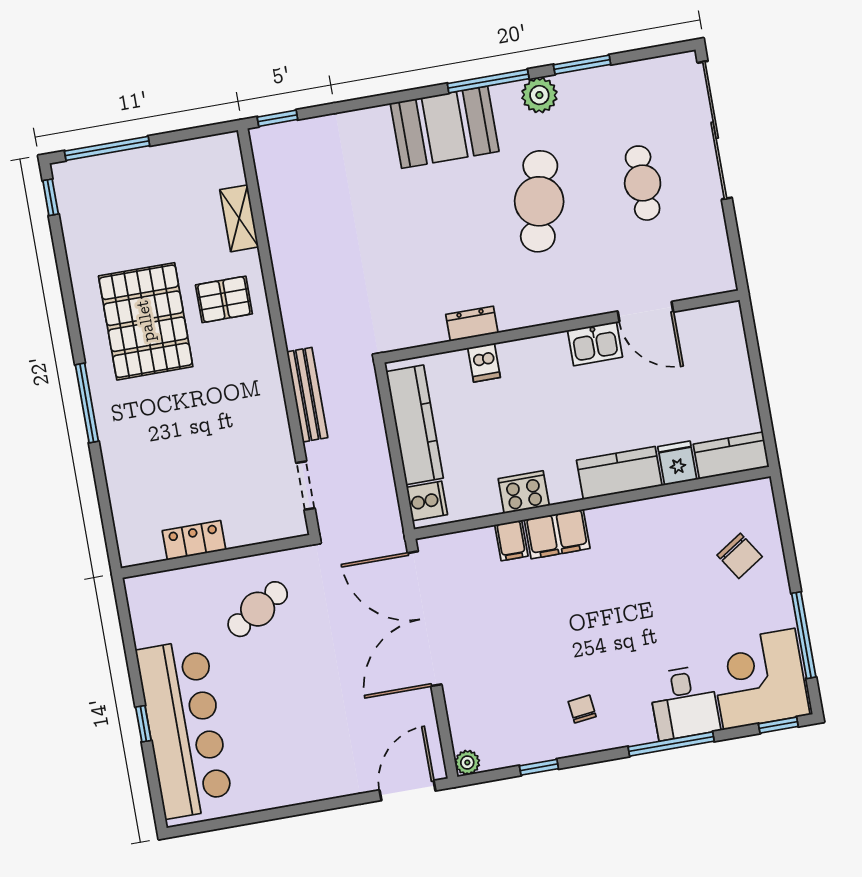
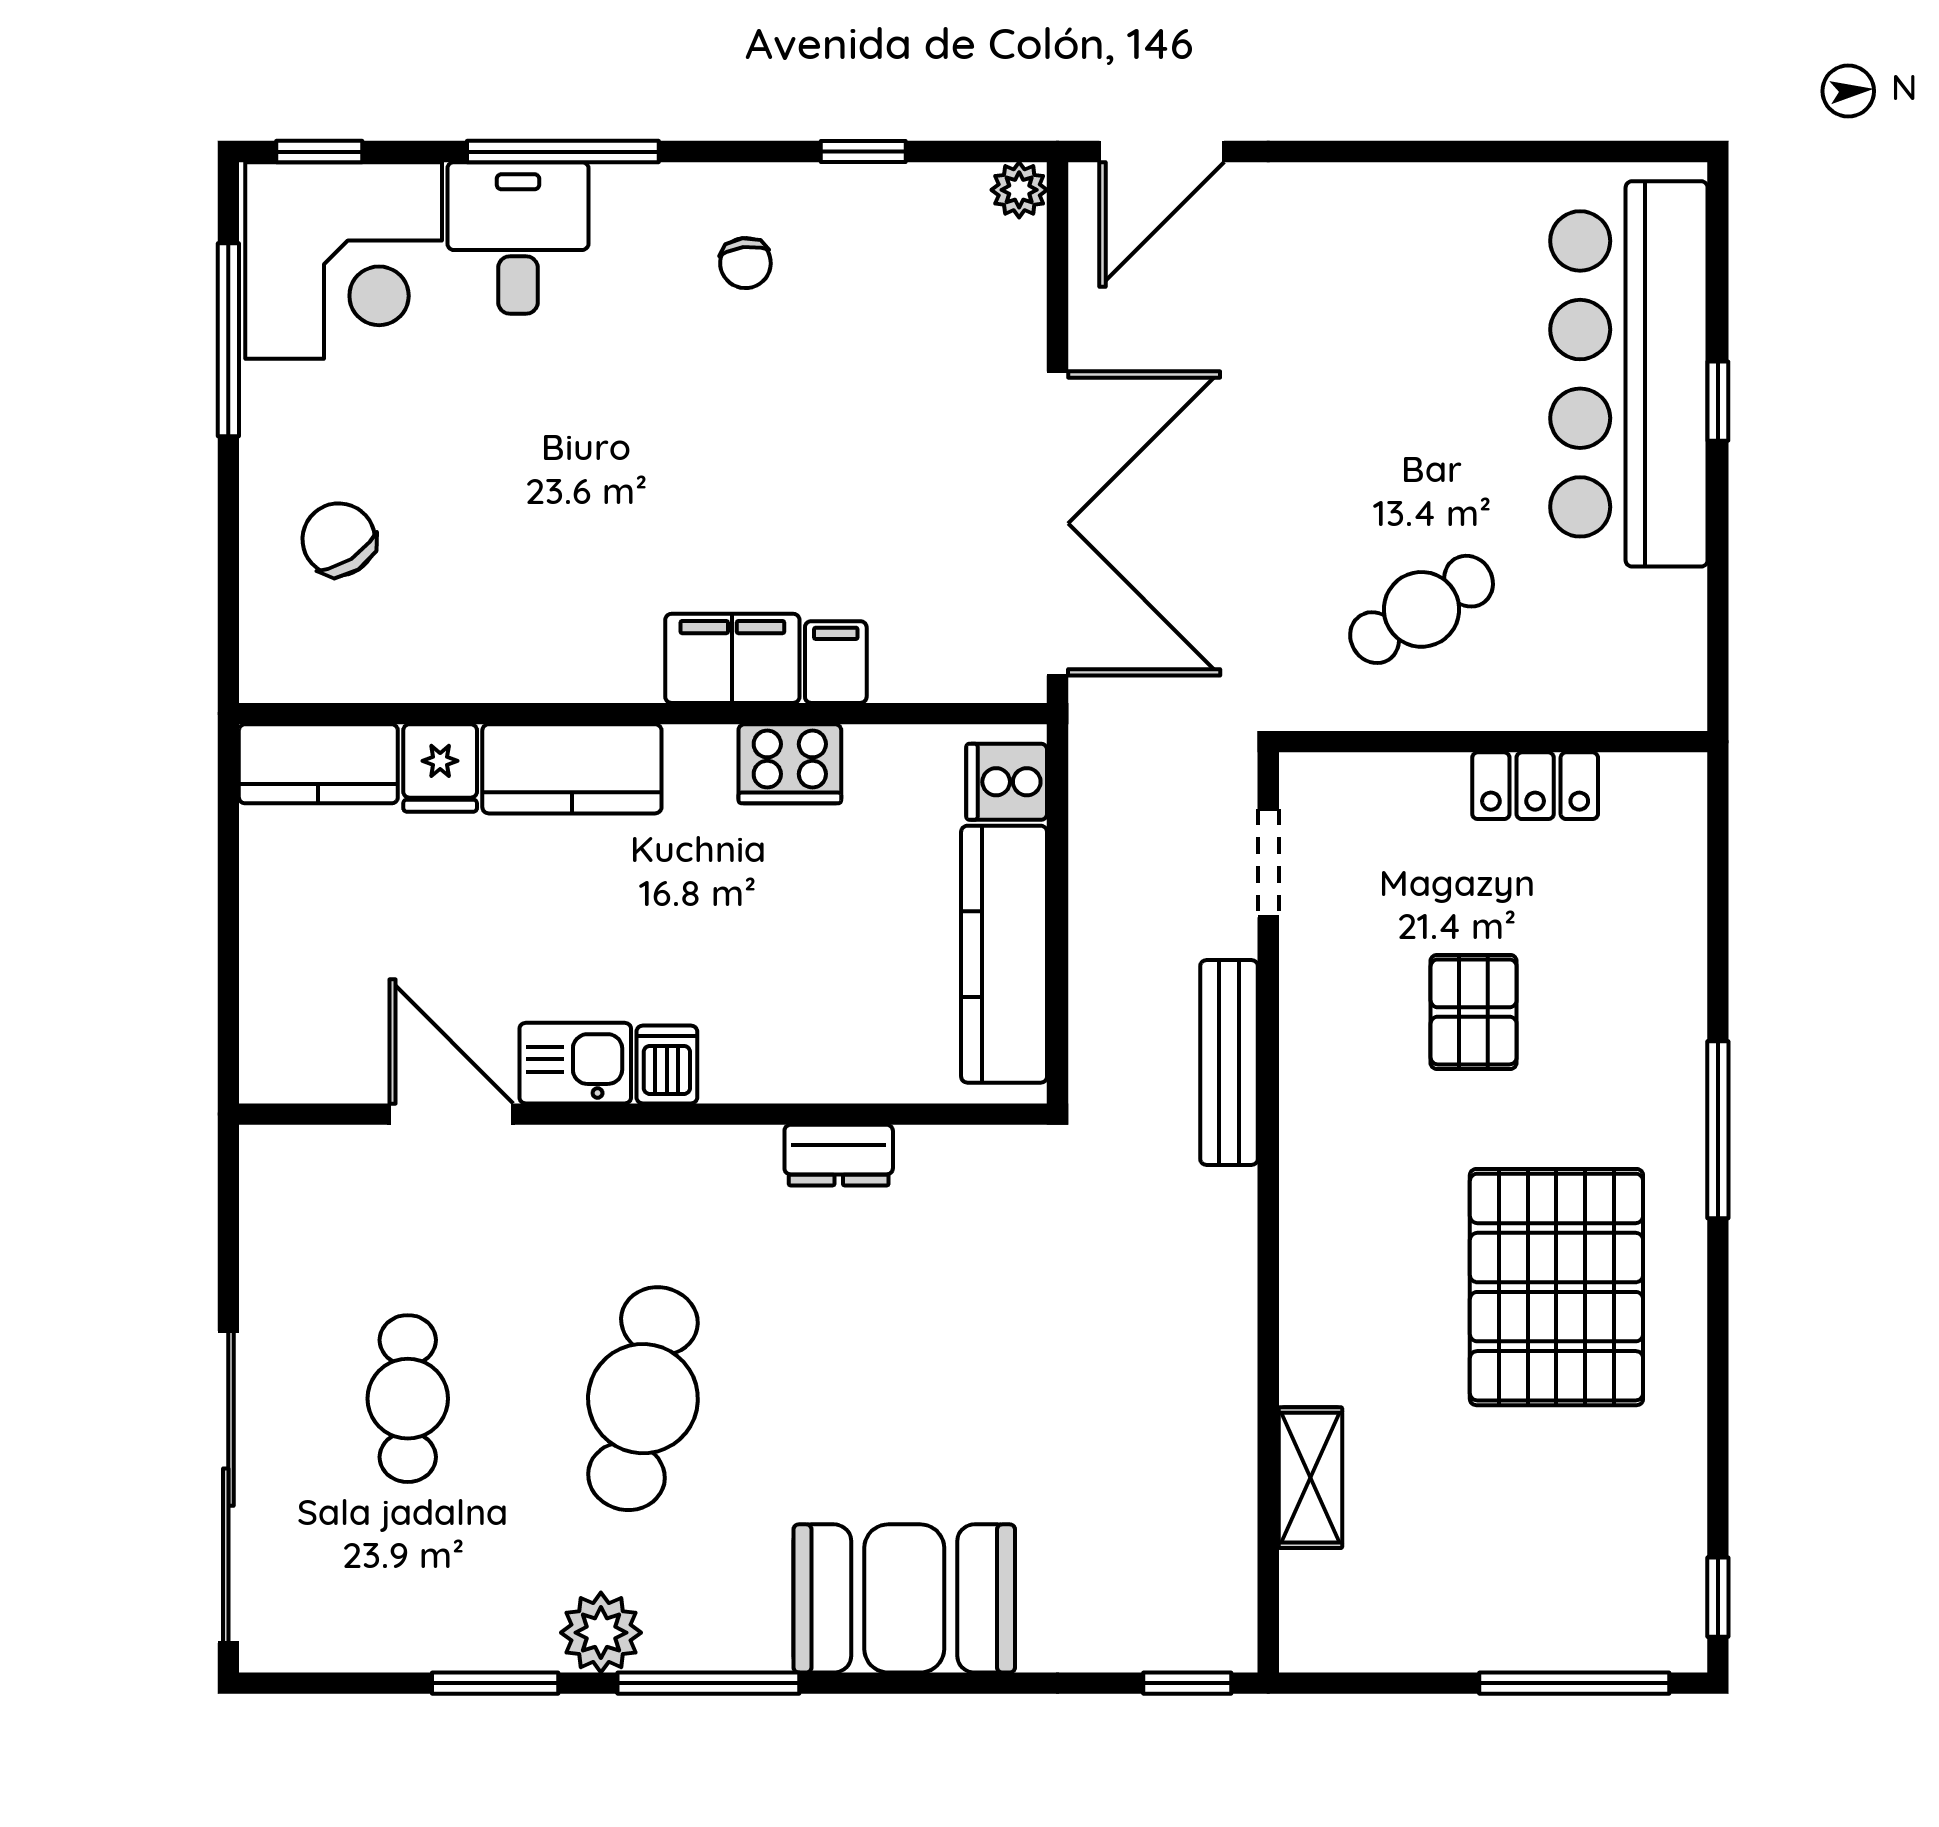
booth: (445, 127) -> (904, 1598), moved
pallet: (224, 299) -> (1474, 1012), moved, turned 90
dishwasher: (484, 363) -> (667, 1064), moved

